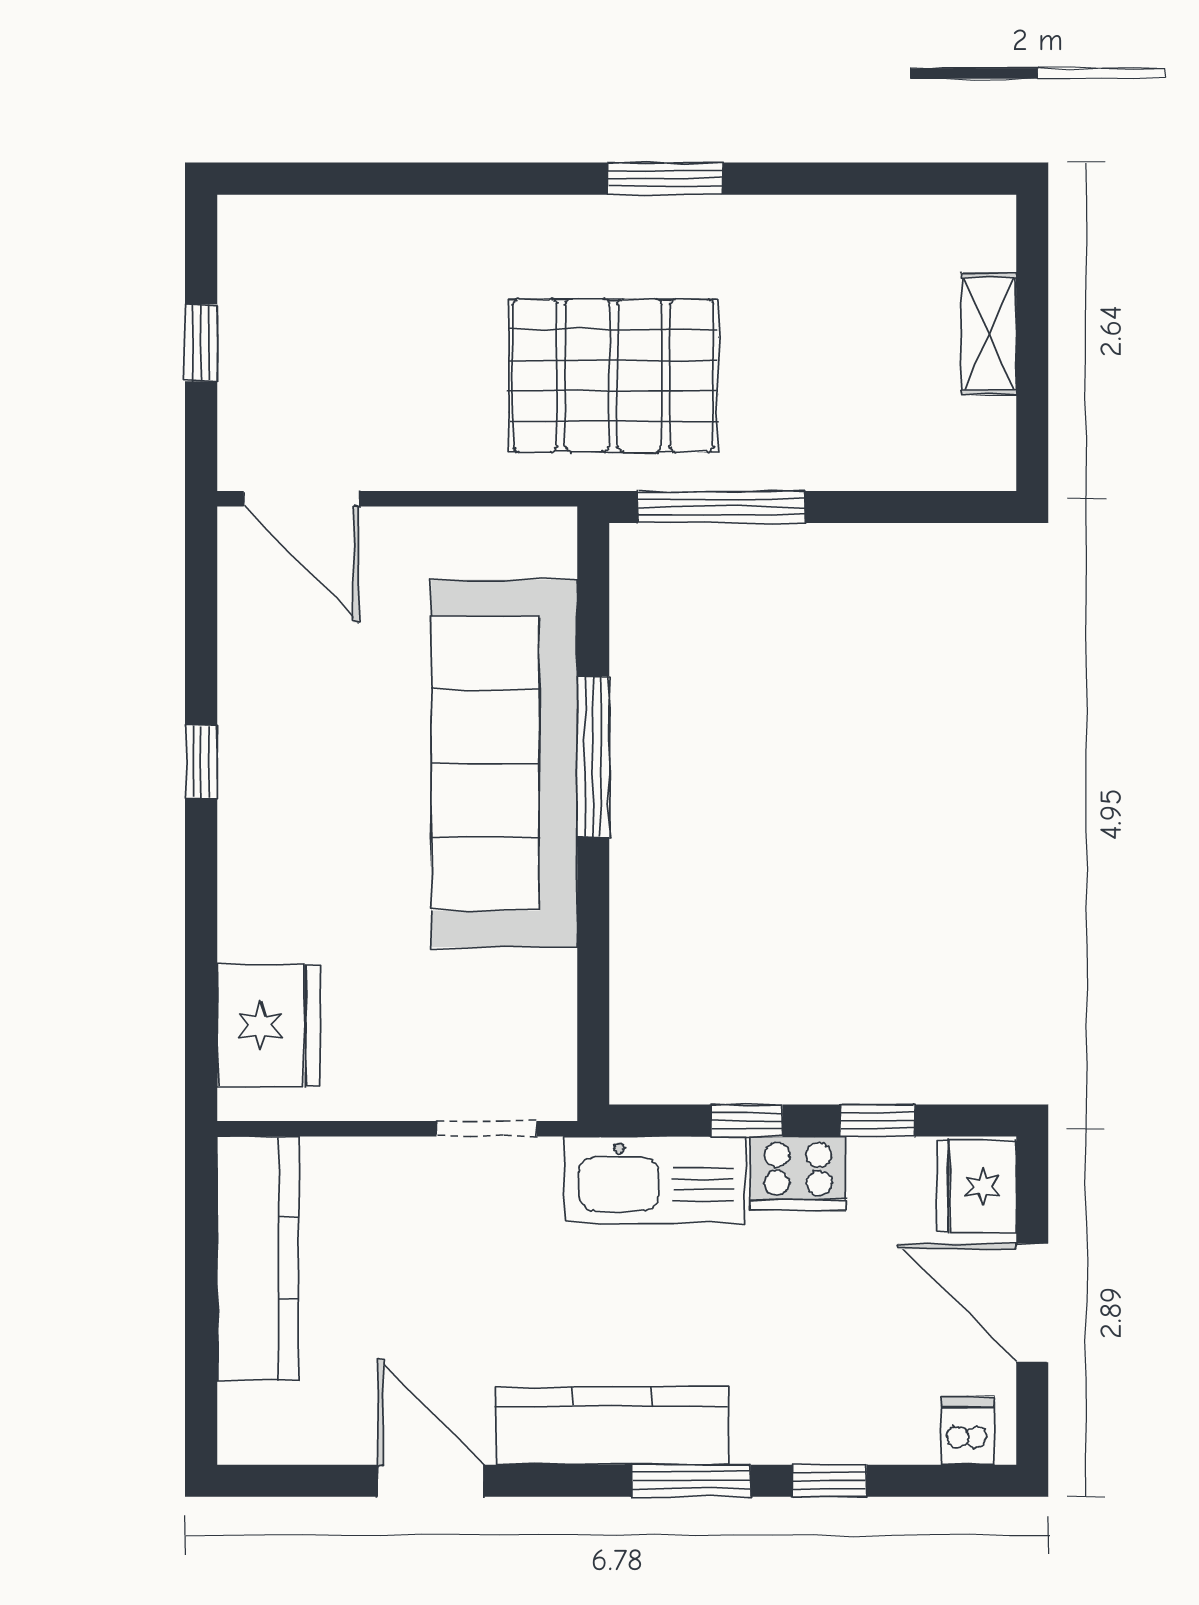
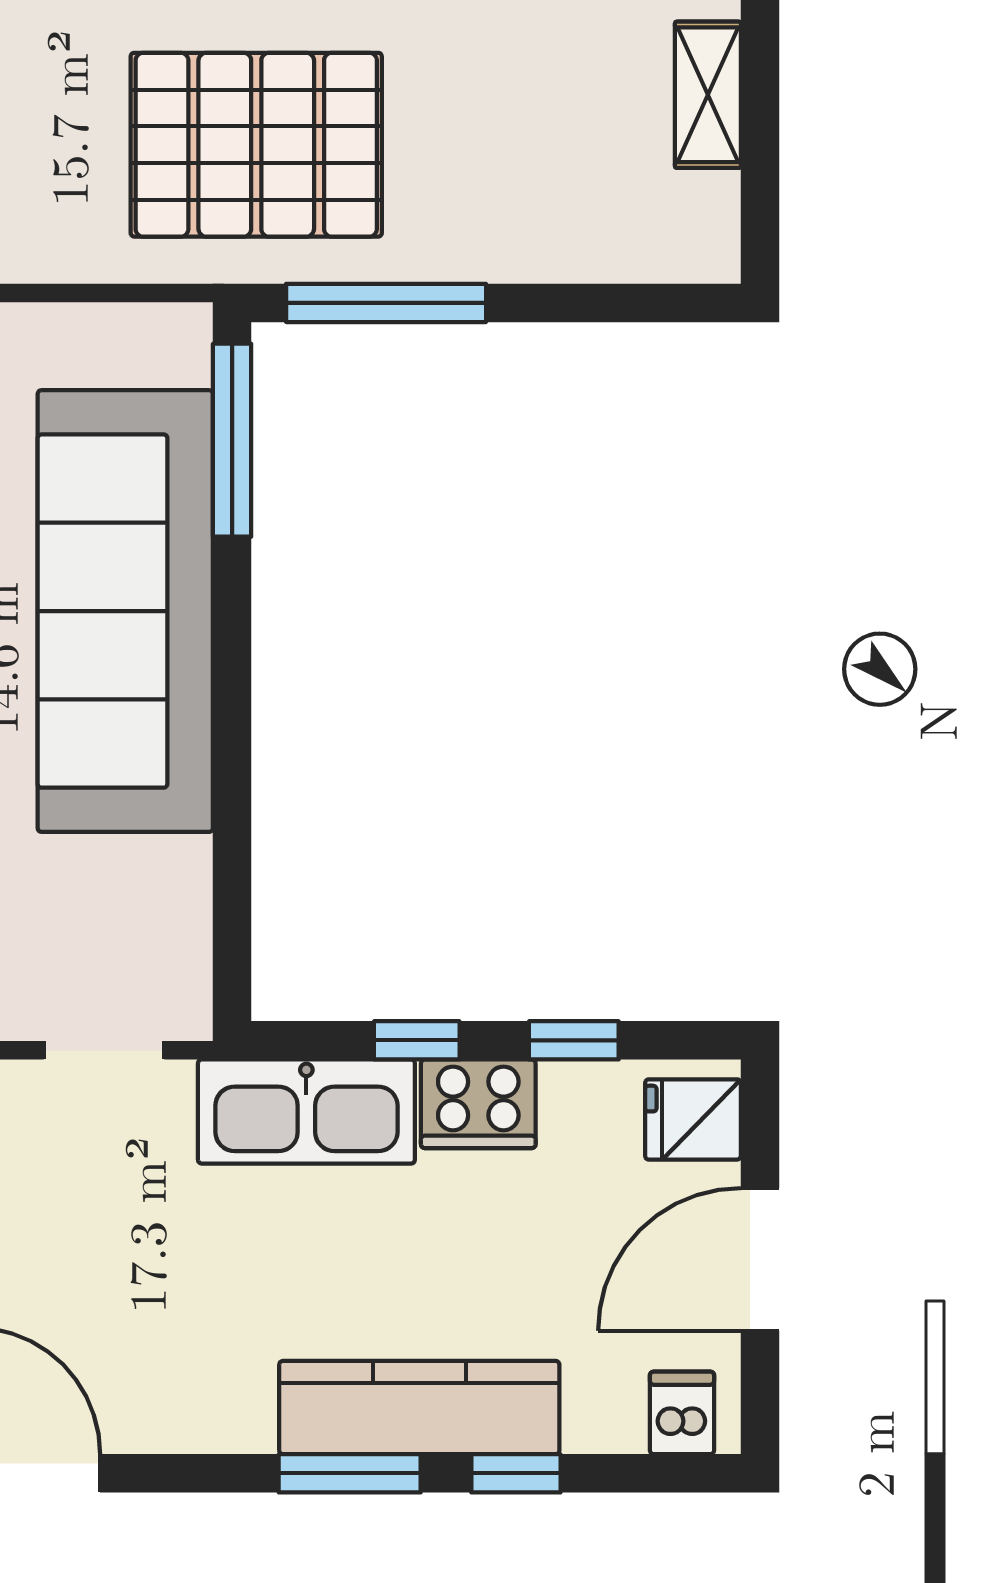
window: (593, 757) -> (232, 440), moved
fridge: (977, 1186) -> (693, 1119), width x0.72
door: (1032, 1303) -> (760, 1260), hinge flipped
kitchen counter: (612, 1426) -> (419, 1408), moved

